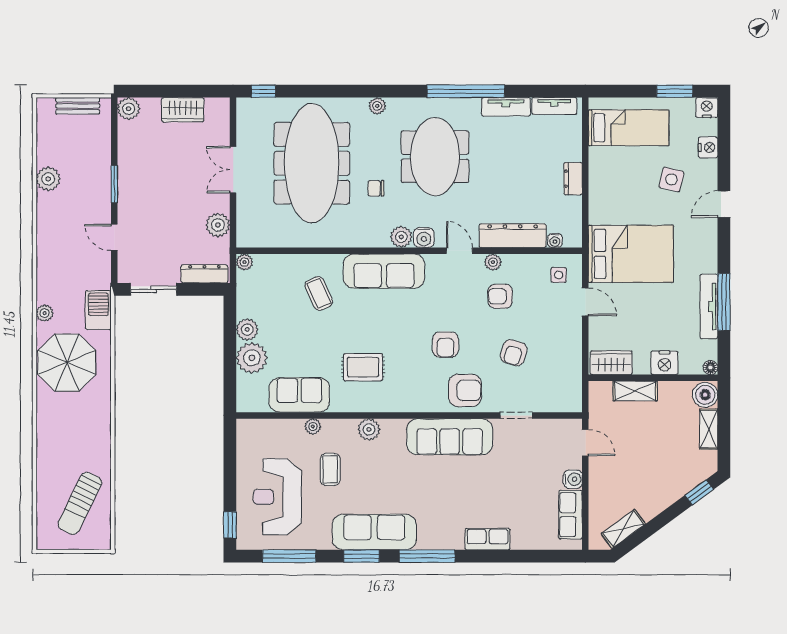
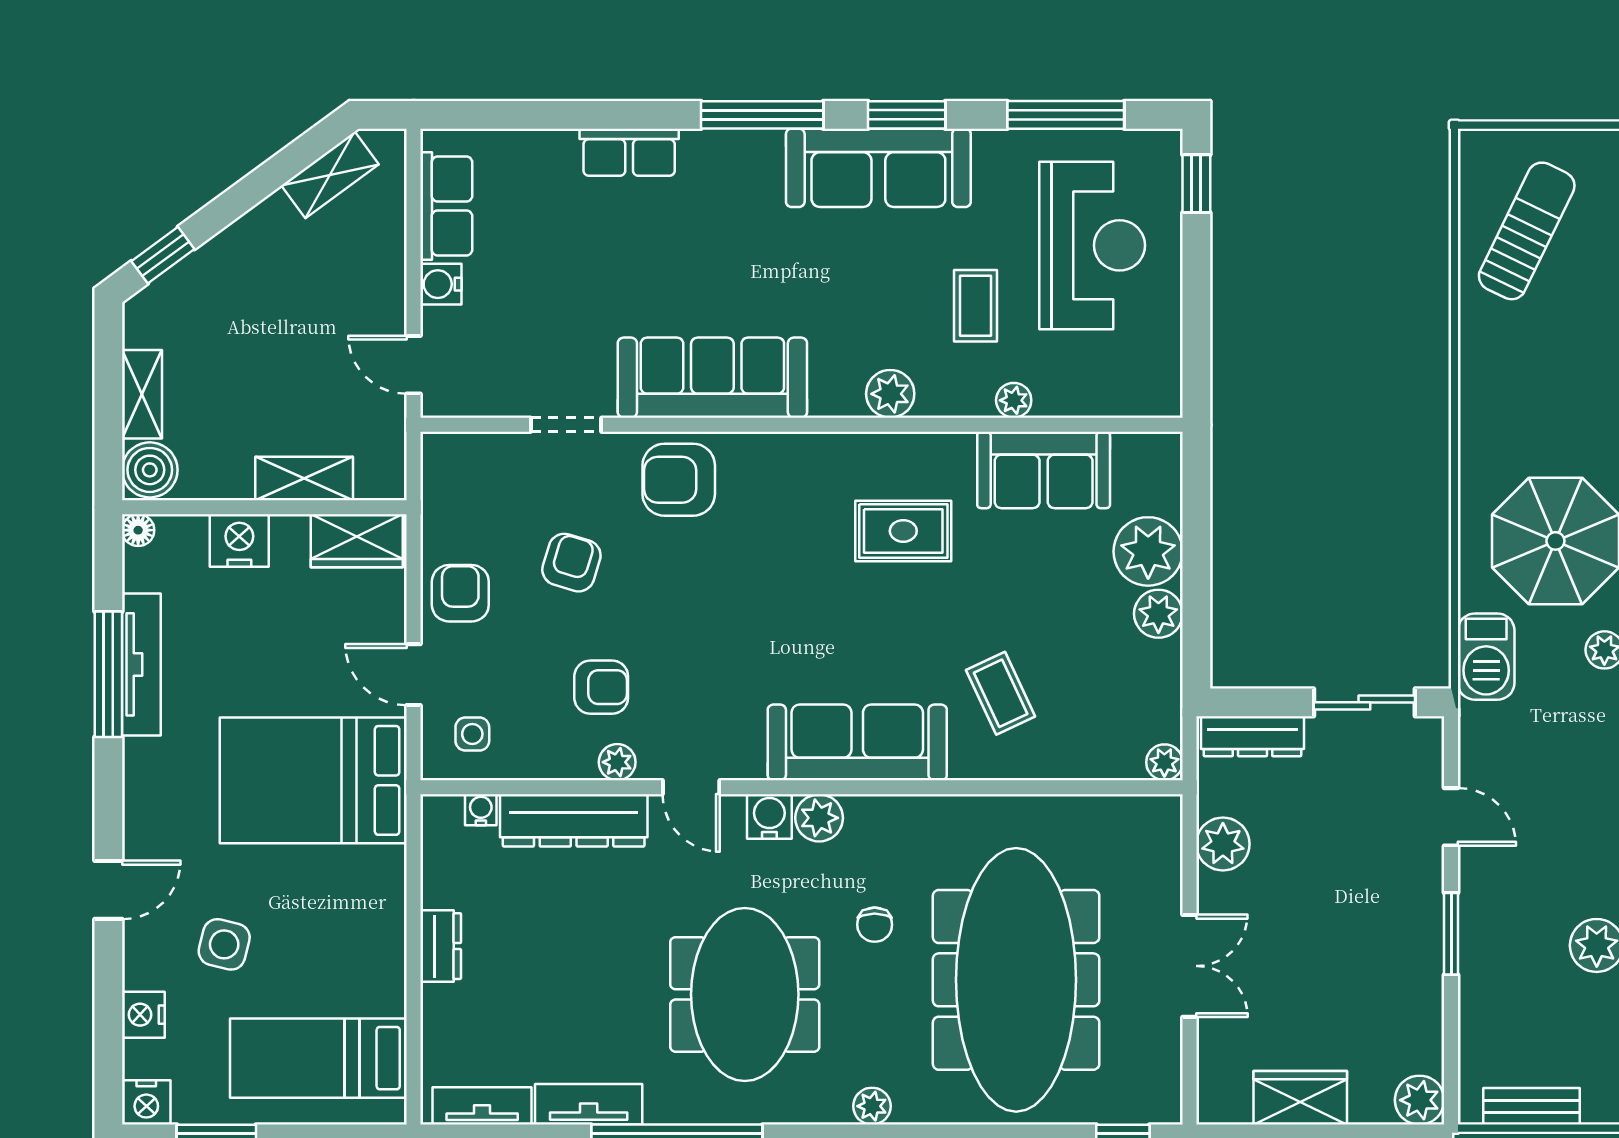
chair: (376, 188) -> (875, 925), turned 90
armchair: (445, 345) -> (460, 593), moved

